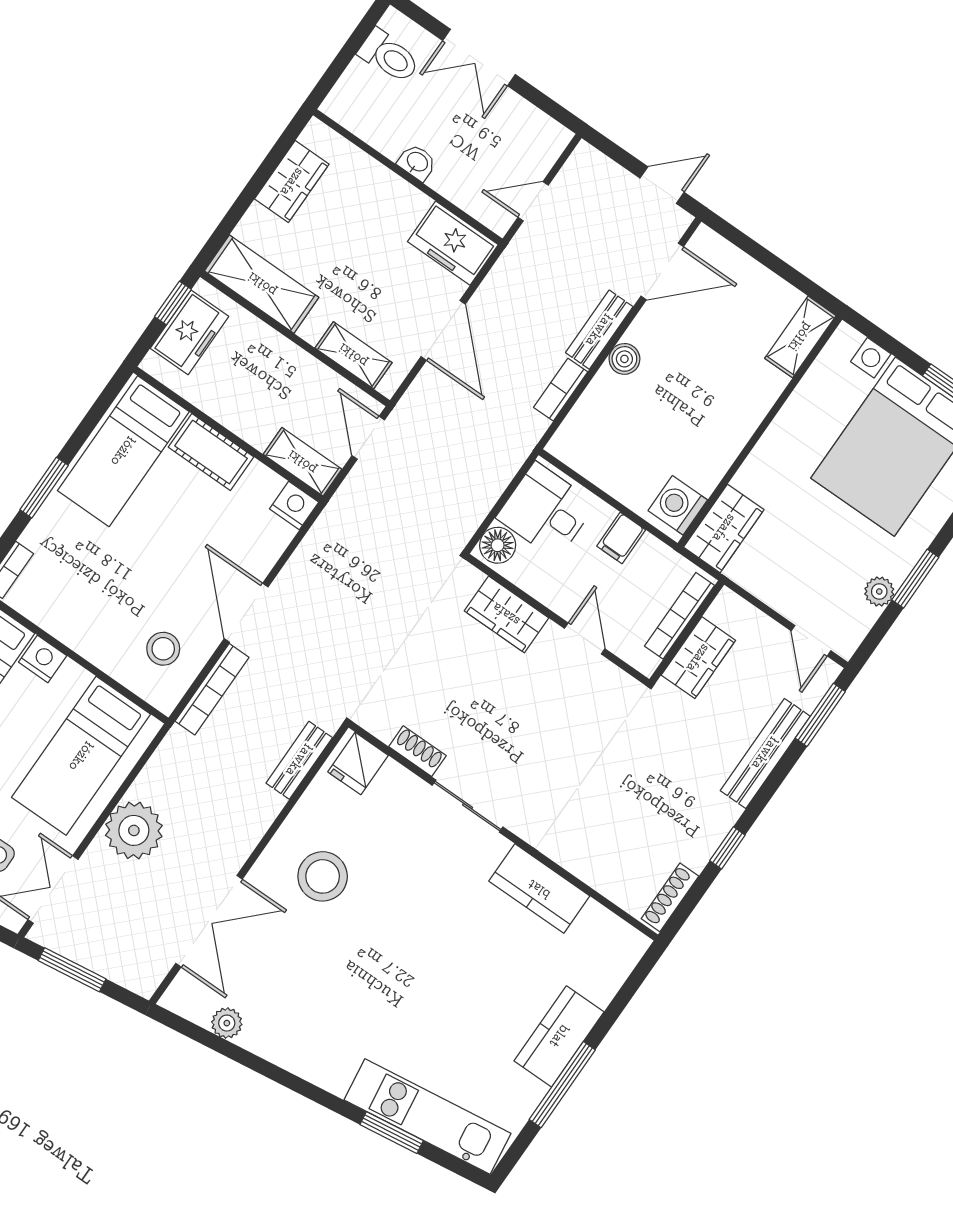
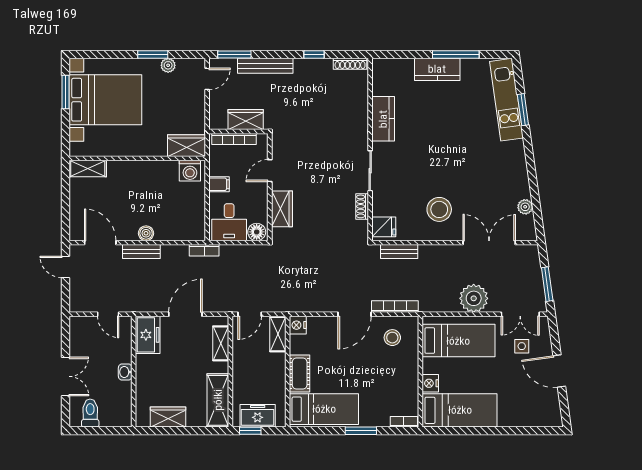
bookcase: (561, 390) -> (204, 250), moved

